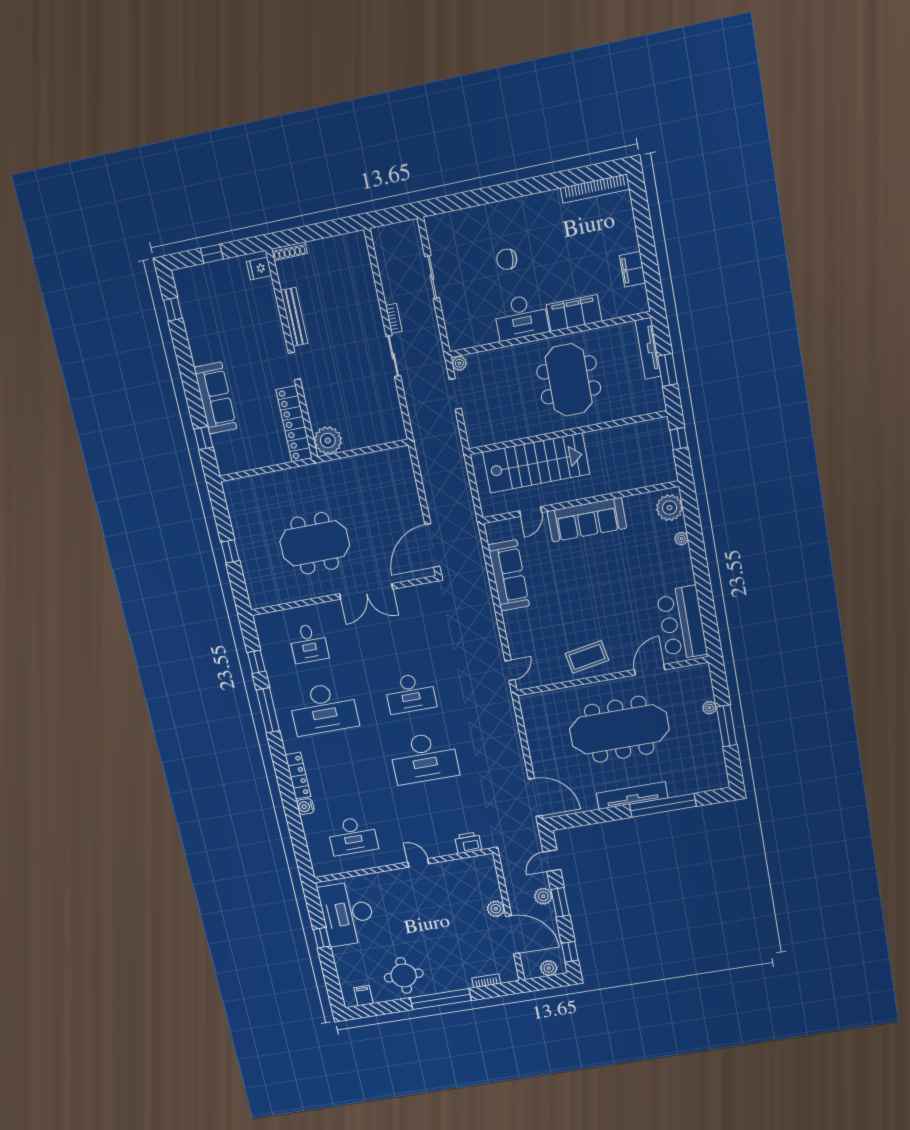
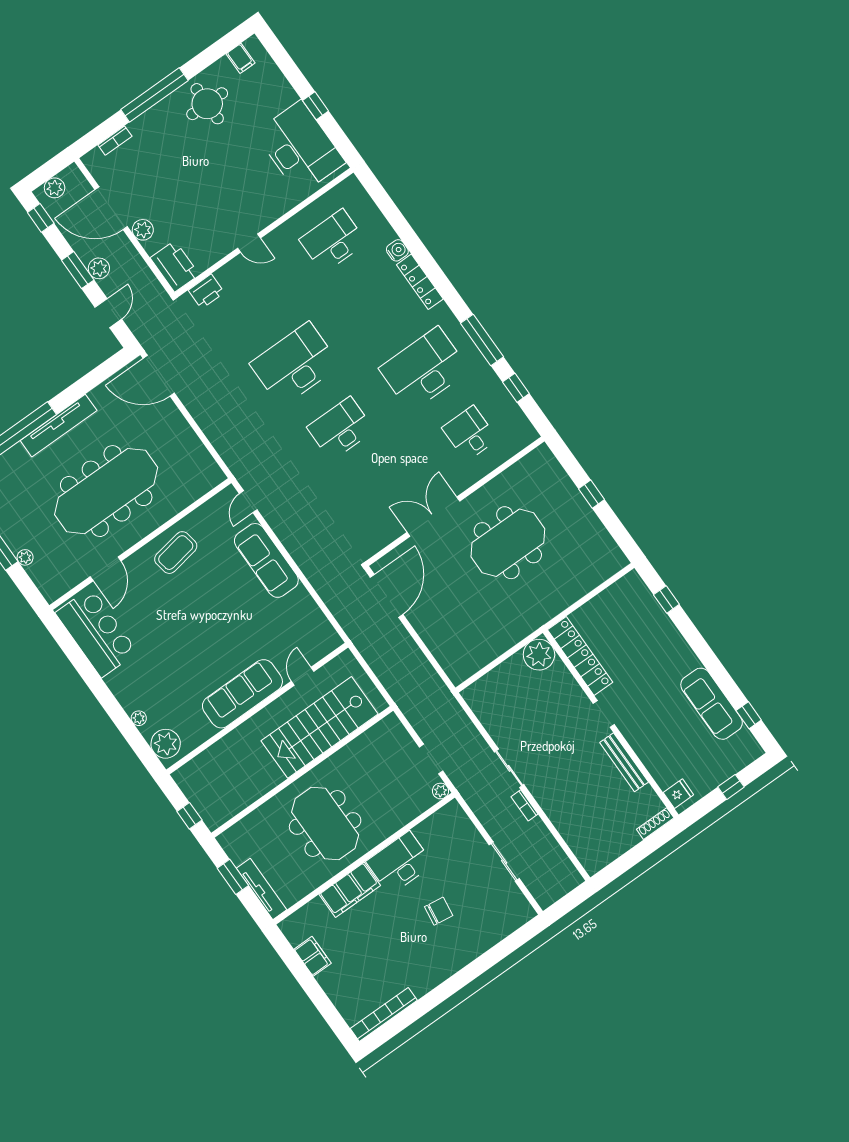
sofa: (215, 398) -> (712, 704), moved
sofa: (509, 575) -> (266, 560), moved
printer: (484, 872) -> (175, 266), added

